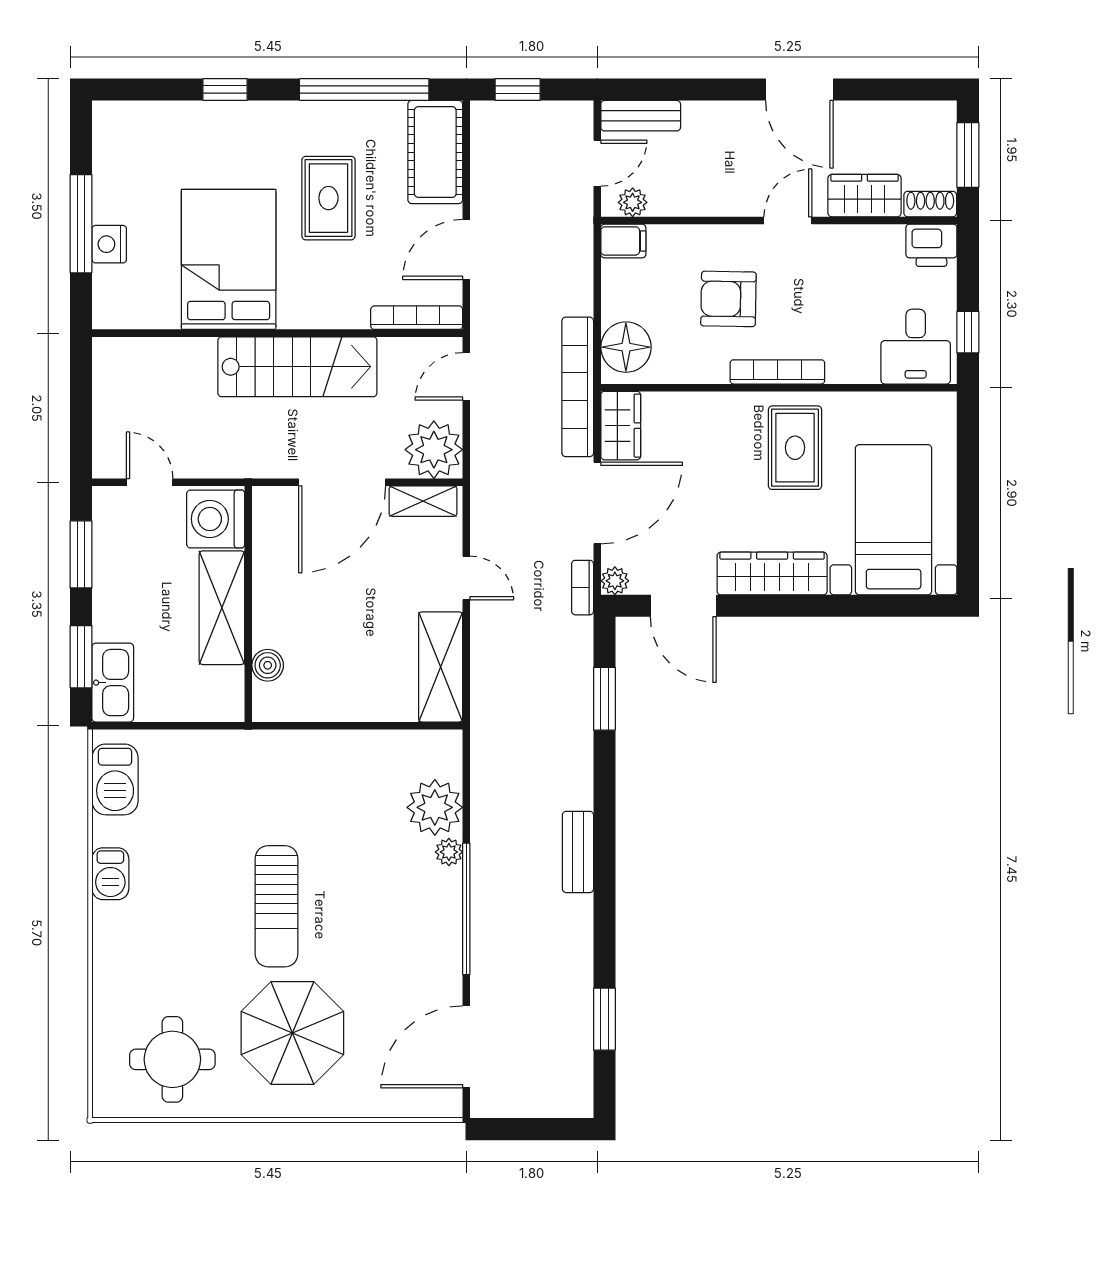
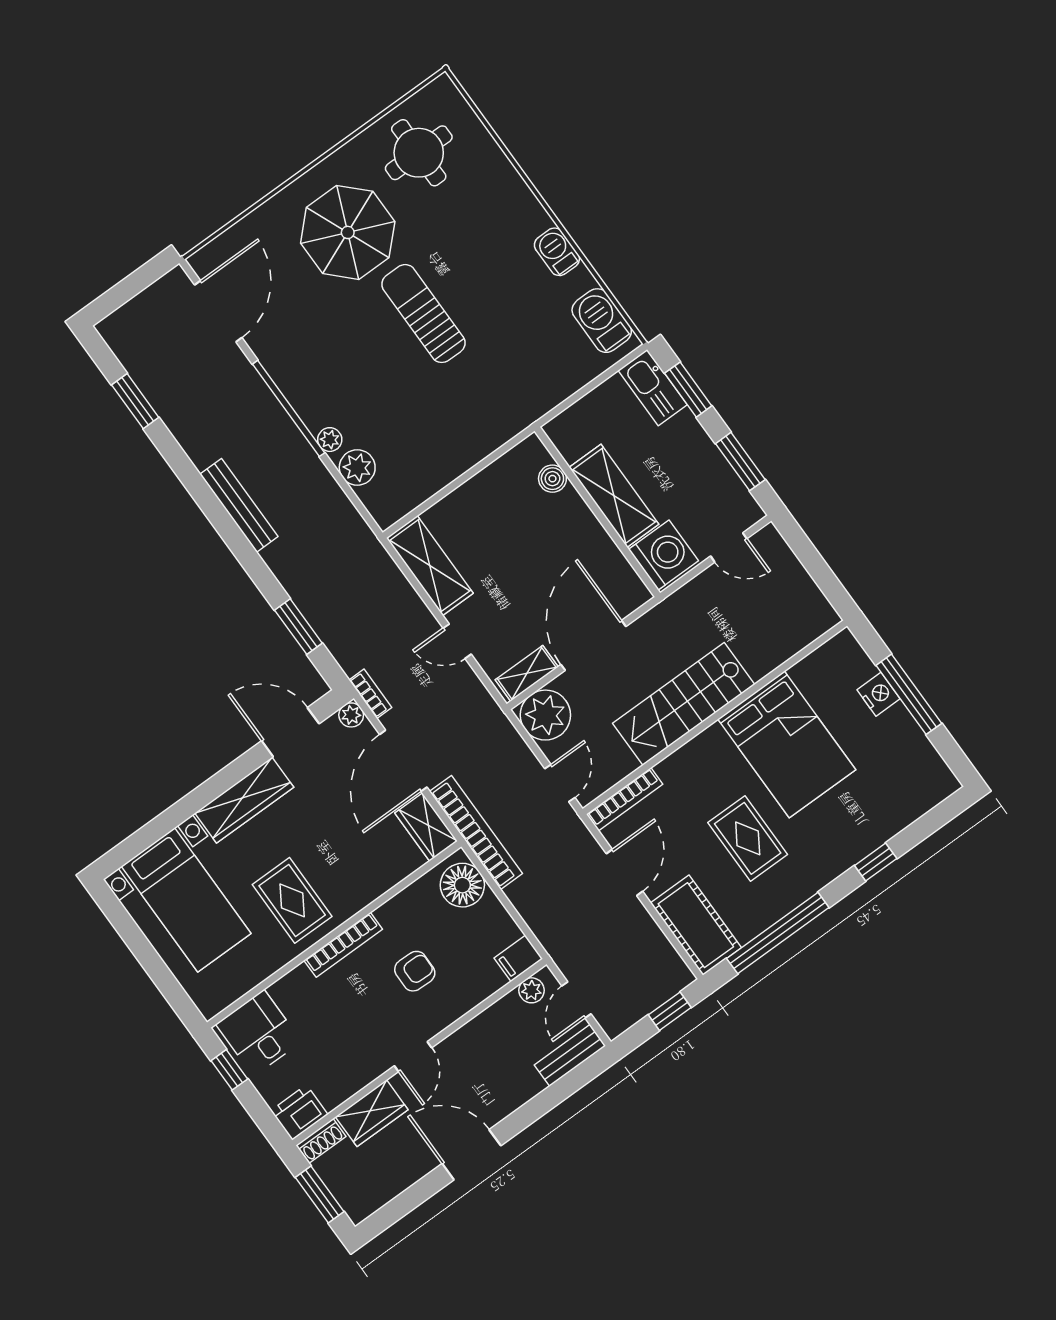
armchair: (728, 299) -> (415, 971), width x0.72, depth x0.72
plant: (435, 807) -> (357, 468), width x0.73, depth x0.73
bench: (578, 852) -> (239, 505), width x1.36

